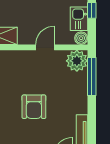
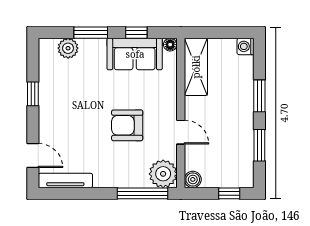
kitchen sink: (79, 19) -> (218, 177), removed
armchair: (34, 107) -> (127, 125), moved

